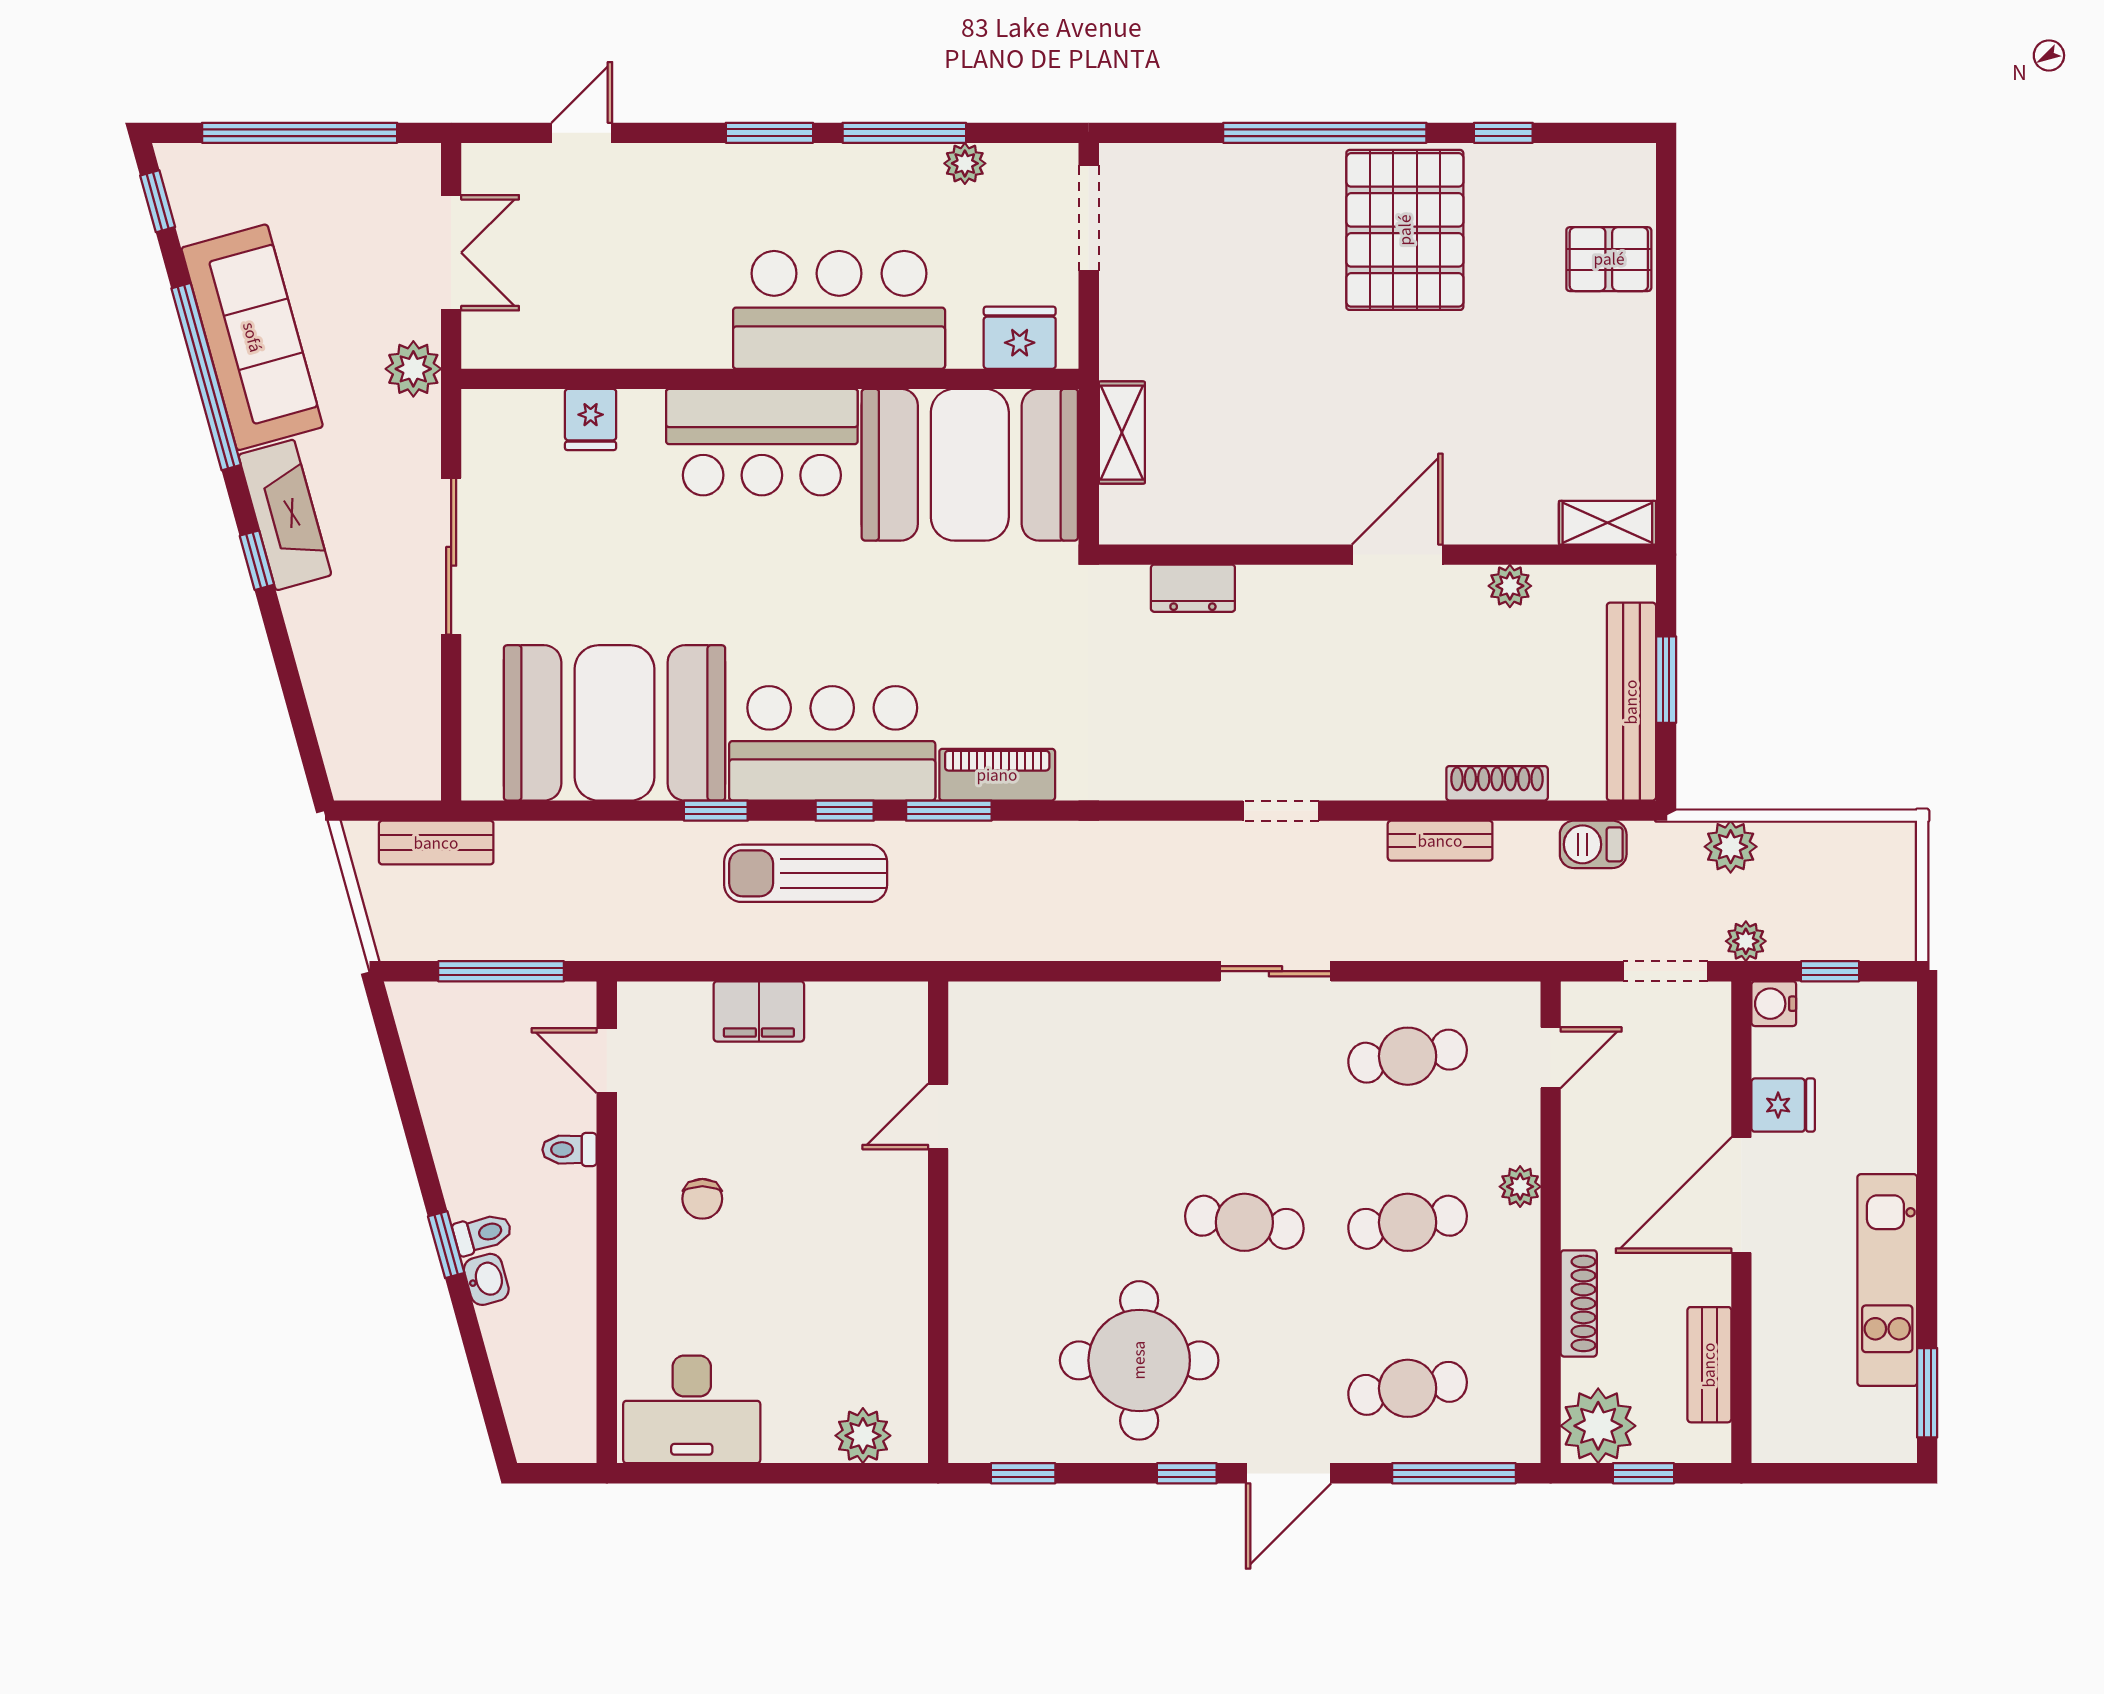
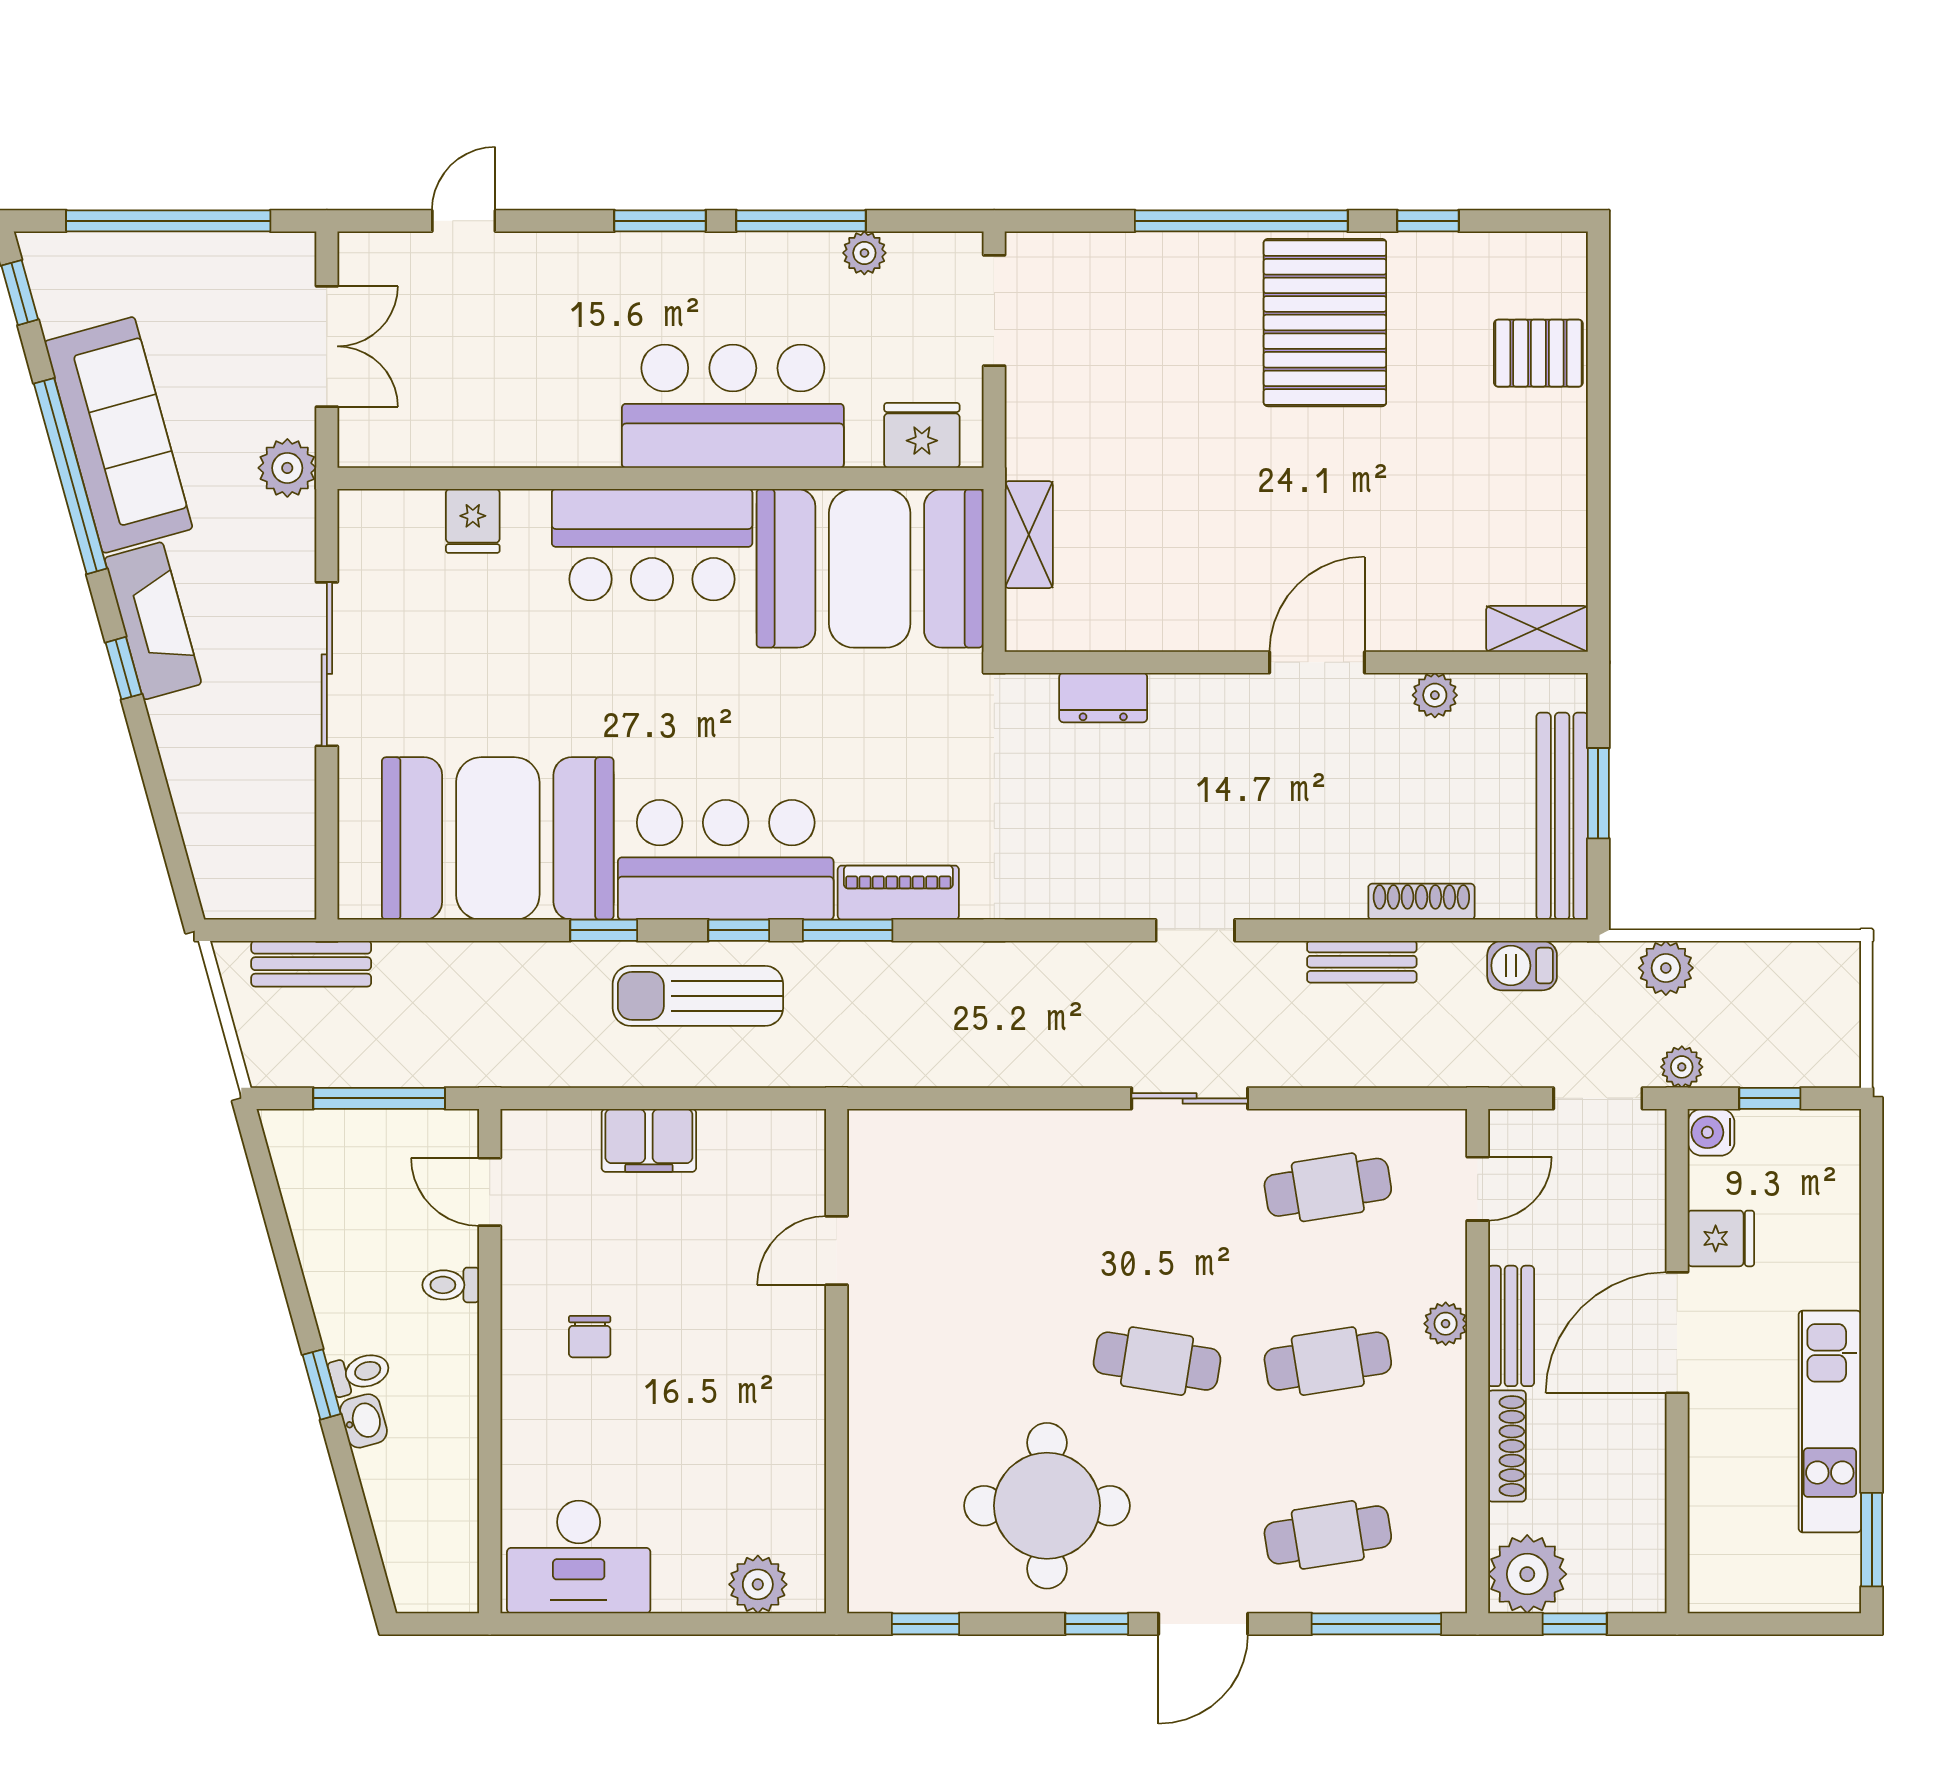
bench: (1709, 1365) -> (1511, 1326), moved

